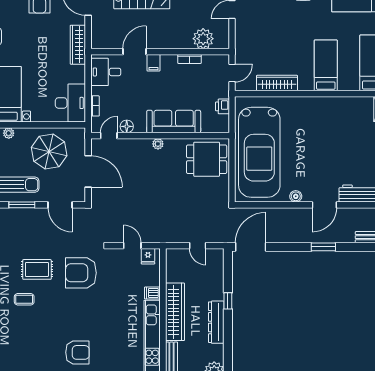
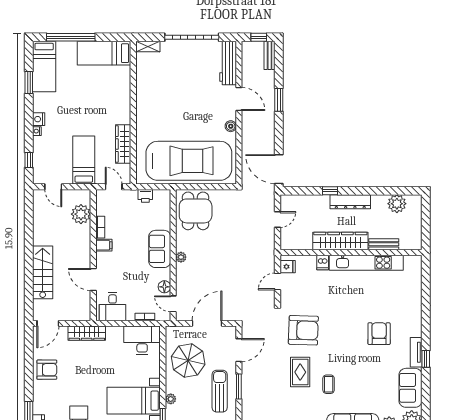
filing cabinet: (153, 63) -> (104, 245), moved
bed: (326, 65) -> (84, 160), moved, turned 90
sofa: (174, 122) -> (160, 249), width x0.73
armchair: (81, 273) -> (303, 330), turned -88

